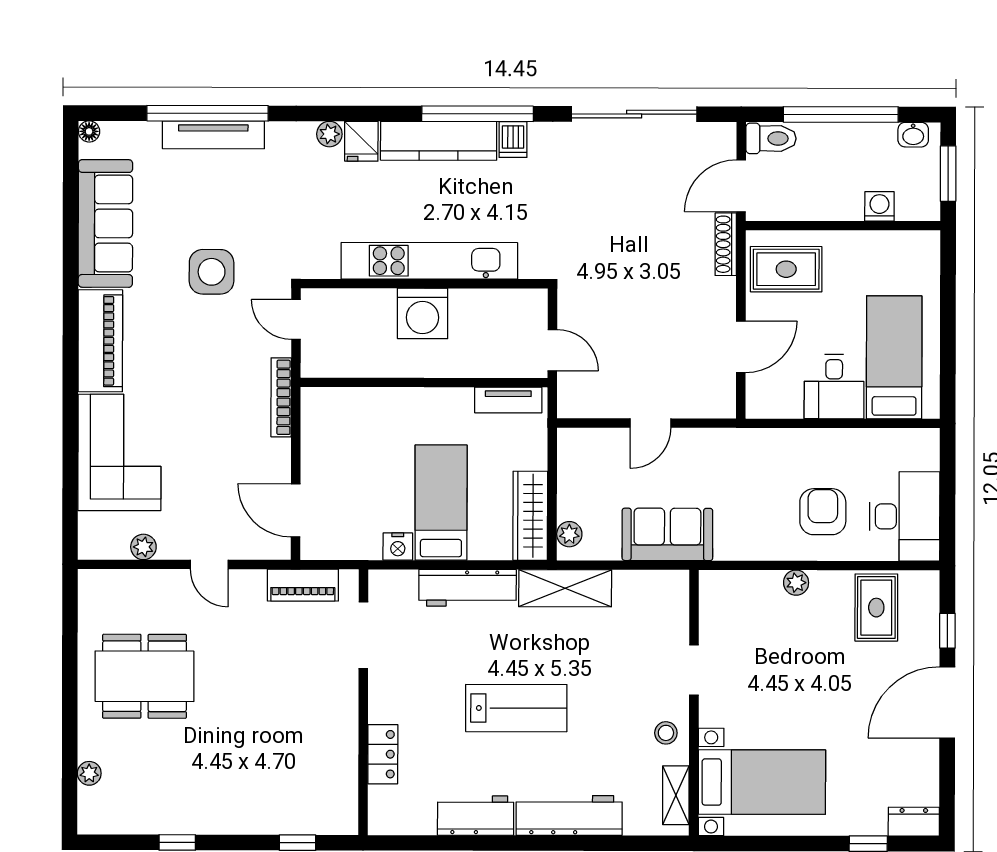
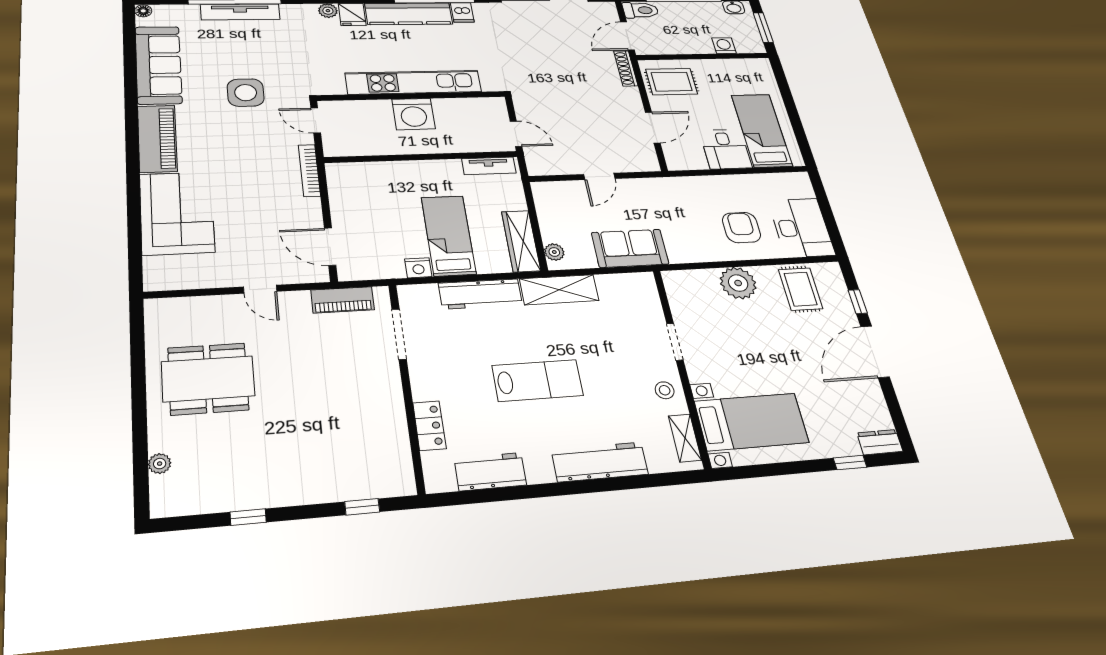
plant: (143, 547) -> (201, 279), removed
plant: (796, 583) -> (738, 283), width x1.88, depth x1.88
workbench: (476, 816) -> (490, 472), moved

